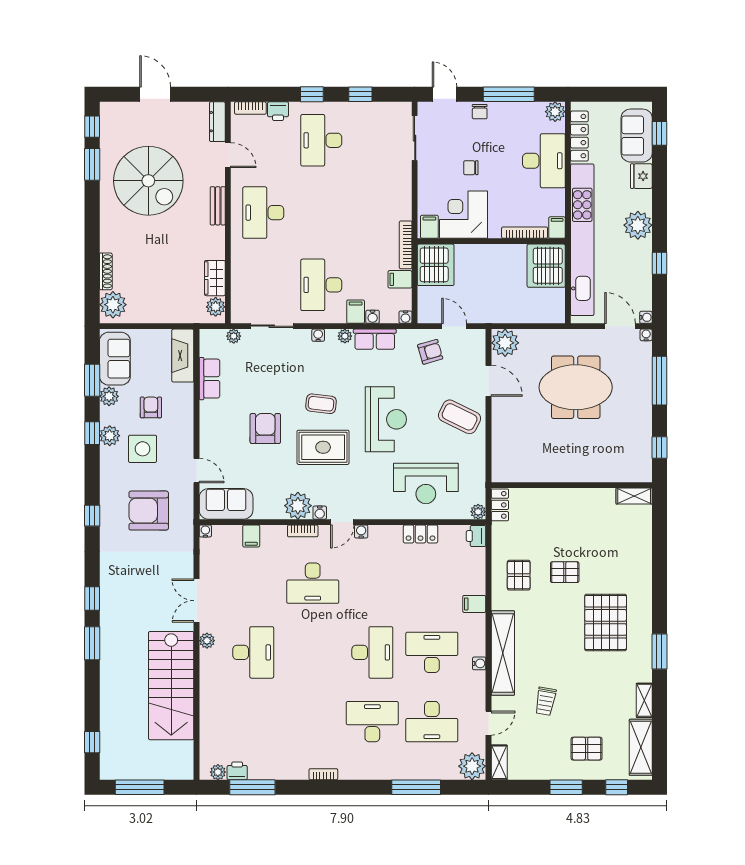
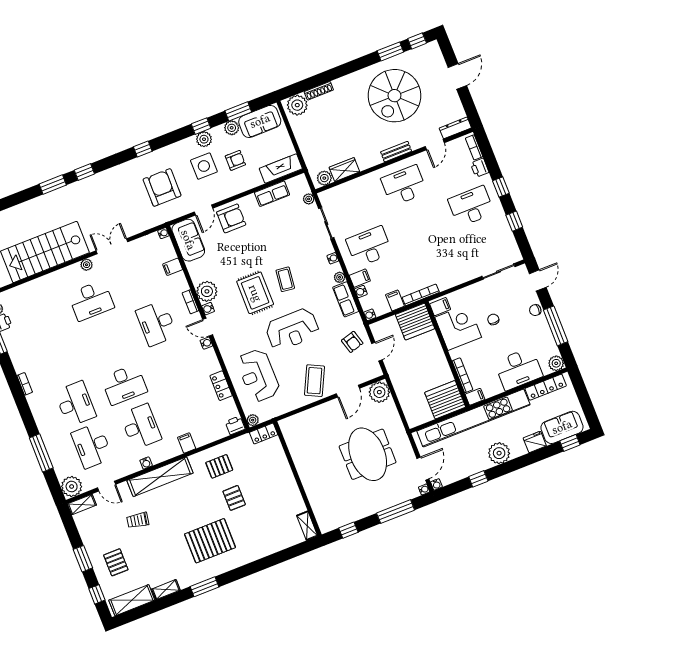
armchair: (265, 429) -> (231, 218), moved

